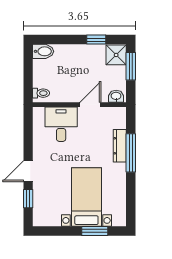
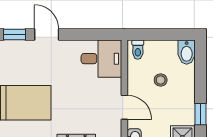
stool: (67, 74) -> (161, 80), added
desk: (61, 124) -> (101, 59), moved

